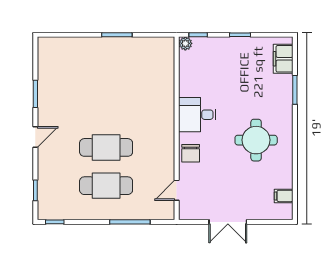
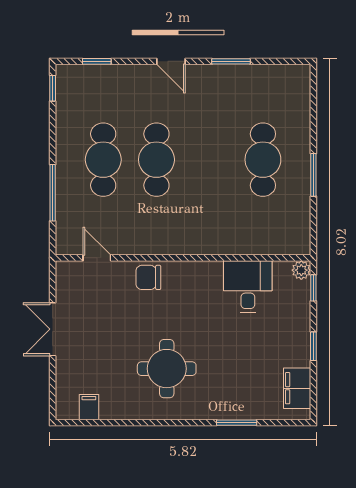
filing cabinet: (283, 59) -> (297, 388), moved, turned -90
cafe table: (106, 71) -> (263, 160), added
desk: (197, 115) -> (248, 287), moved

